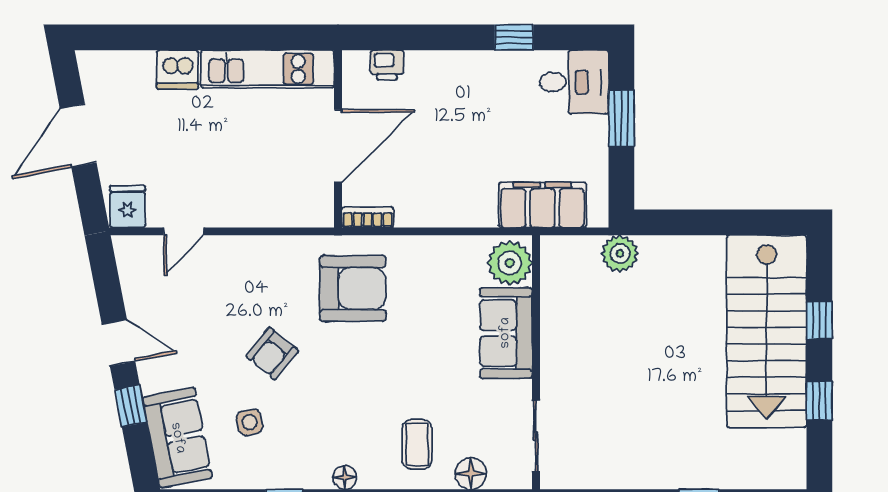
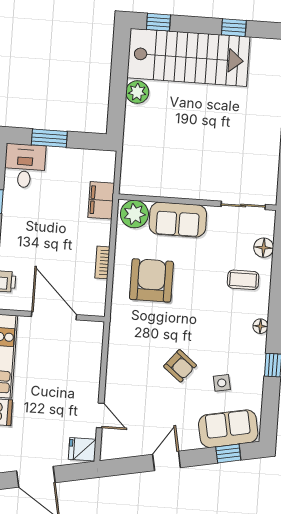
filing cabinet: (542, 205) -> (101, 200), width x0.67, depth x0.86
bookcase: (368, 217) -> (102, 262), moved
plant: (620, 254) -> (137, 92), moved
armchair: (353, 289) -> (151, 280), moved
window: (819, 320) -> (158, 22), moved
window: (131, 406) -> (228, 453), moved

